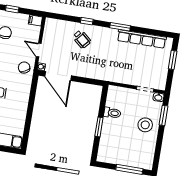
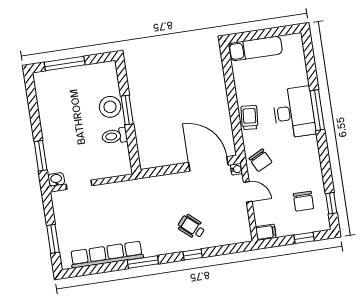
trolley: (22, 97) -> (250, 118), added
stool: (145, 125) -> (110, 107), moved

